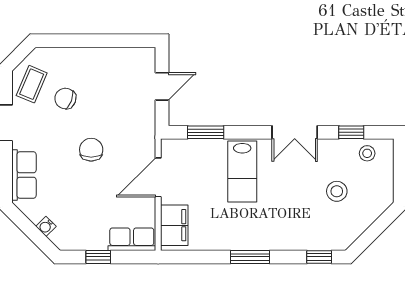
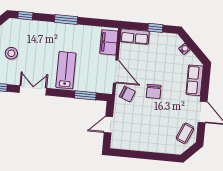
chair: (65, 98) -> (127, 94), moved
door: (158, 177) -> (116, 71), hinge flipped

